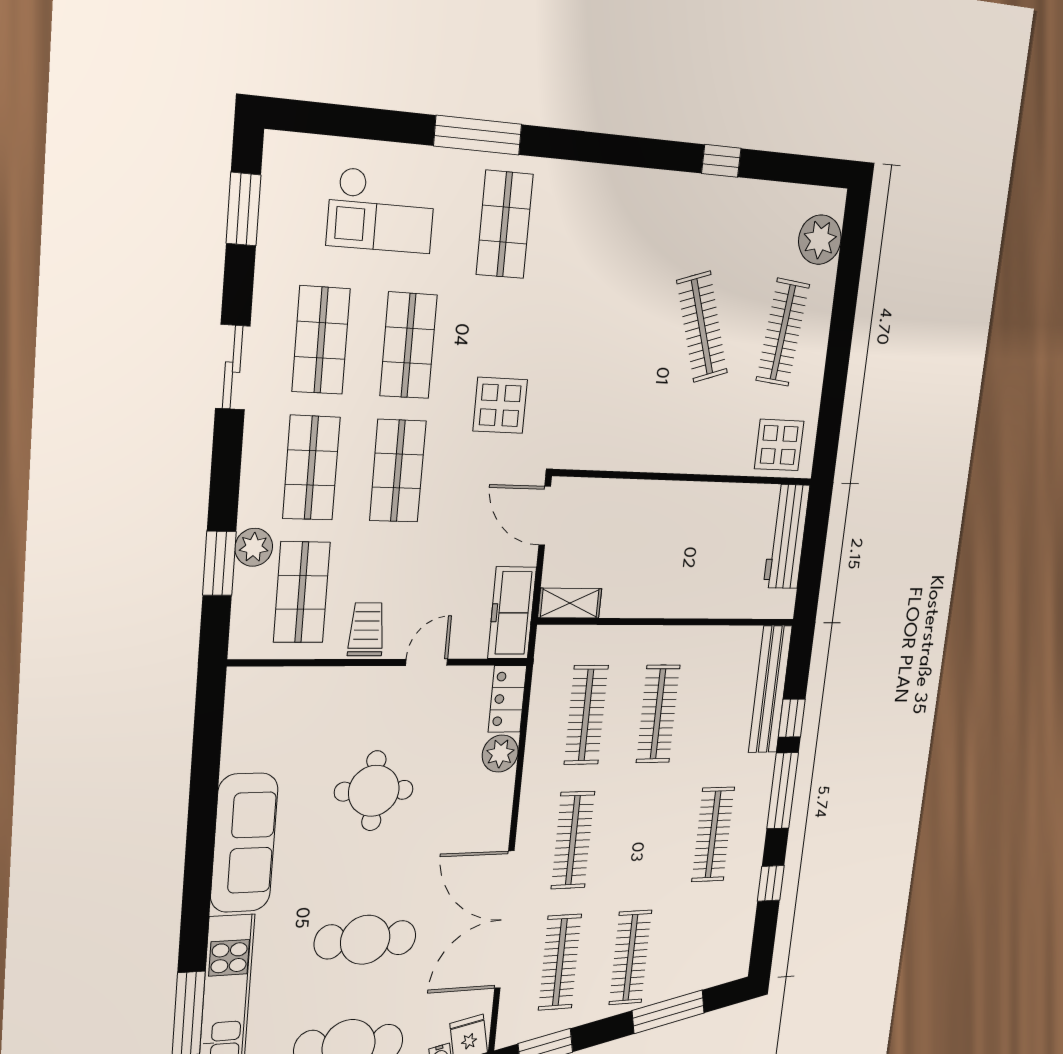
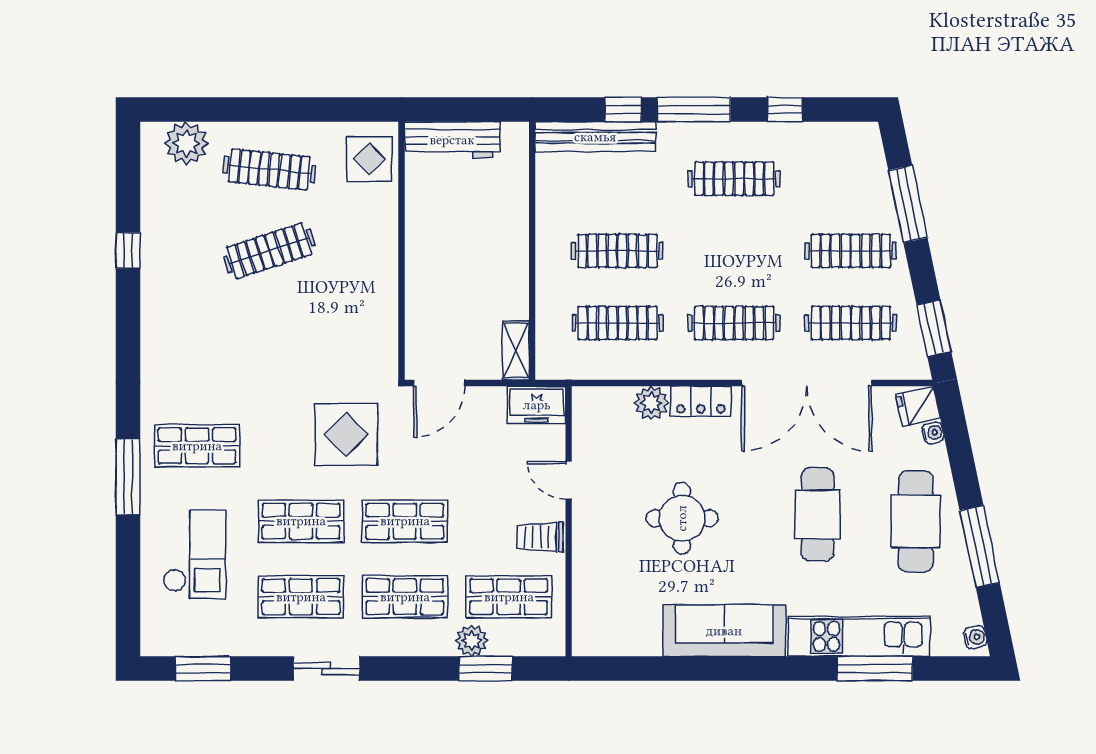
display table: (500, 405) -> (346, 434), width x1.36, depth x1.36
freezer: (512, 613) -> (537, 405), width x0.71
locker: (507, 699) -> (701, 401), moved

